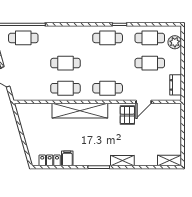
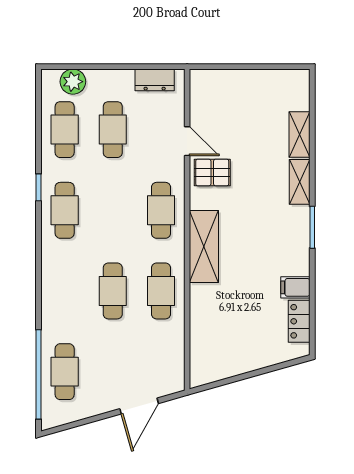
shelving: (80, 111) -> (204, 247), width x0.68
shelving: (169, 161) -> (299, 135), moved

